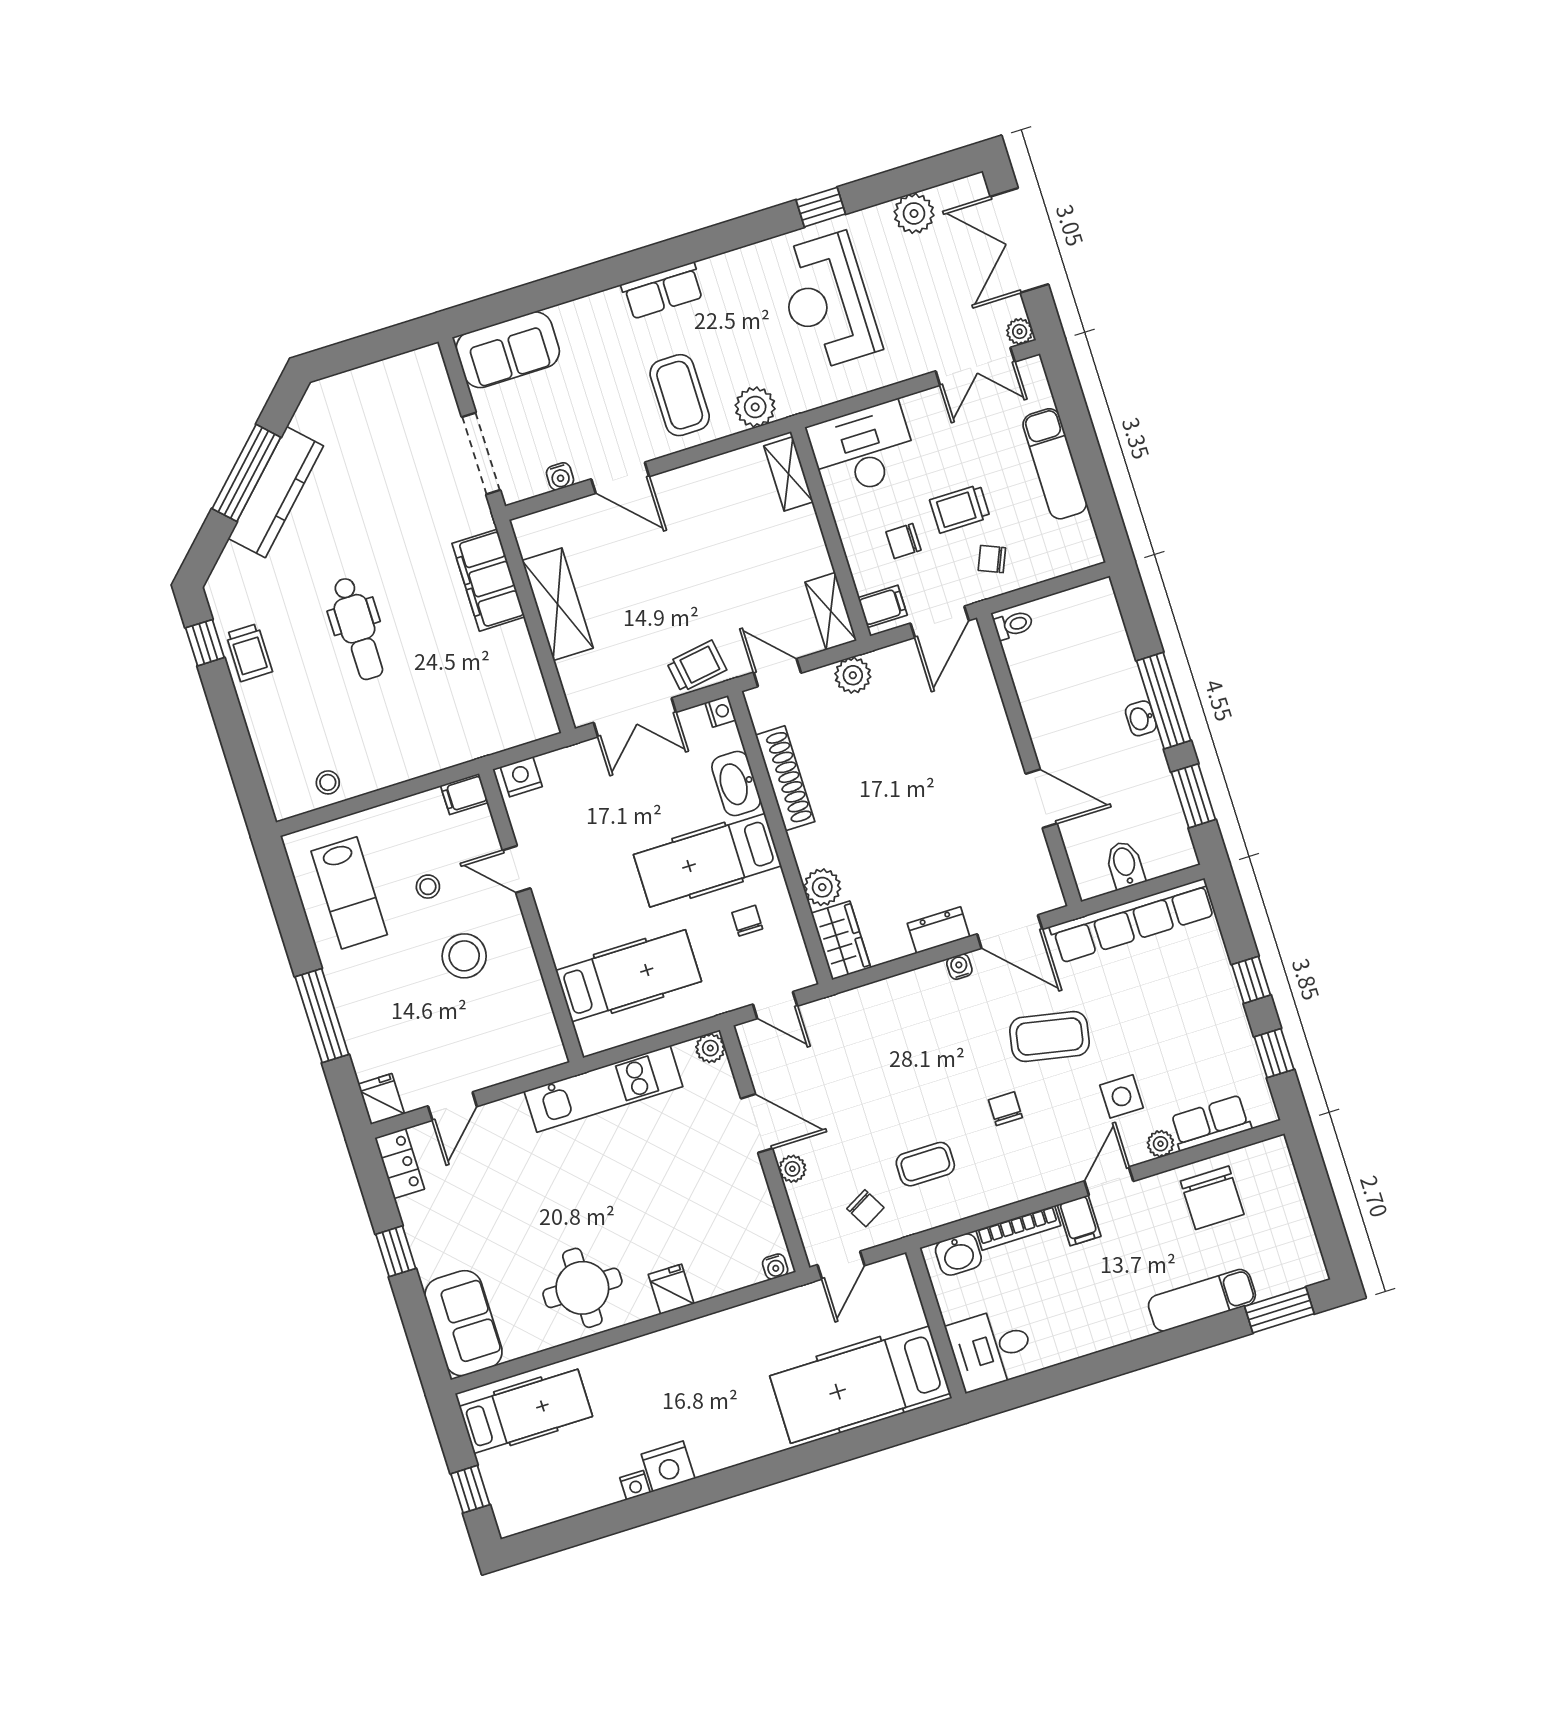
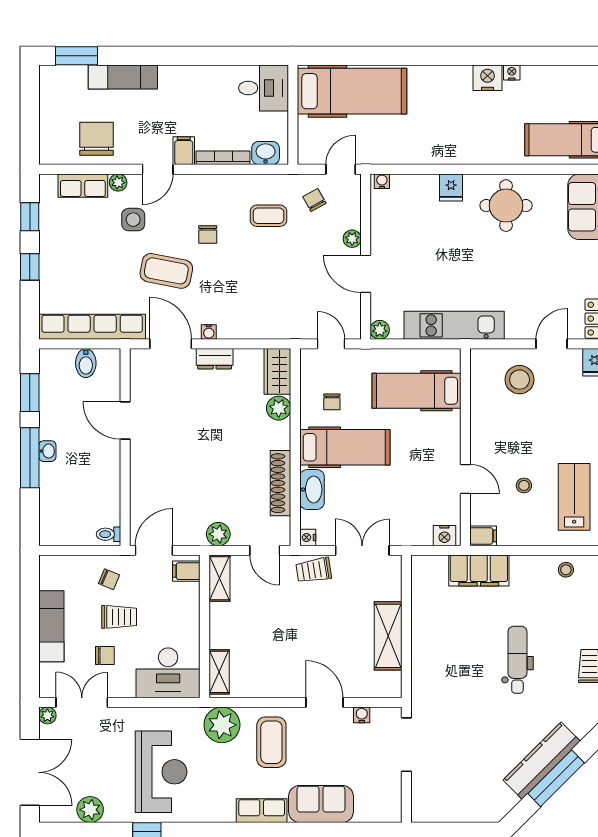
sofa: (508, 350) -> (321, 804), moved
plant: (755, 407) -> (222, 725), width x1.36, depth x1.36
chair: (903, 541) -> (105, 655), moved
filing cabinet: (488, 580) -> (479, 571), moved, turned 90
stool: (464, 956) -> (520, 380), moved

